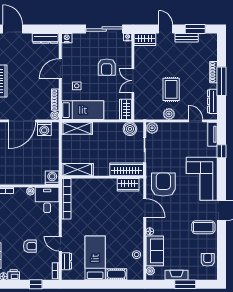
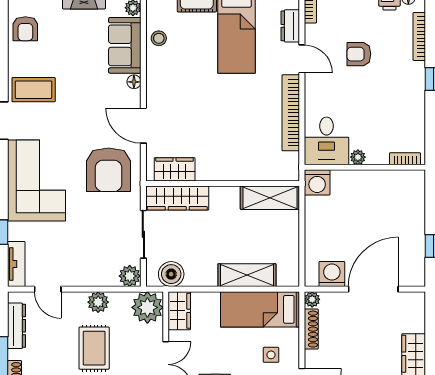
plant: (143, 111) -> (147, 307), added
shelving: (77, 128) -> (247, 275), moved
bookcase: (66, 199) -> (291, 113), moved

